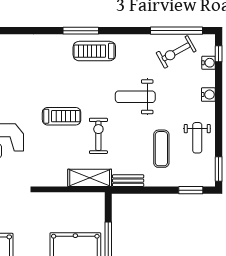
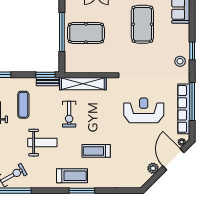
treadmill: (62, 116) -> (96, 151), moved
shelving: (90, 178) -> (83, 84), width x1.47
window: (131, 190) -> (45, 75), added

